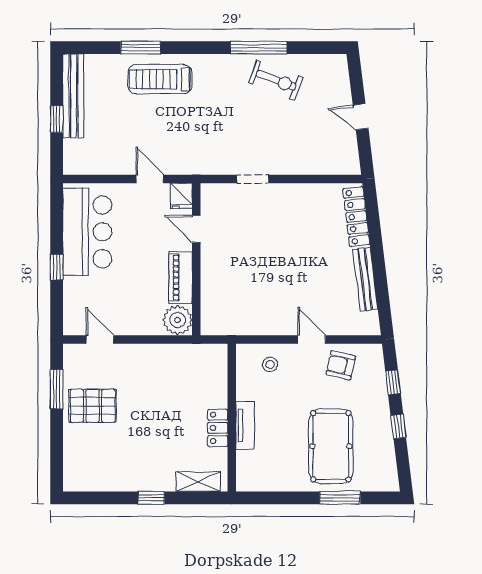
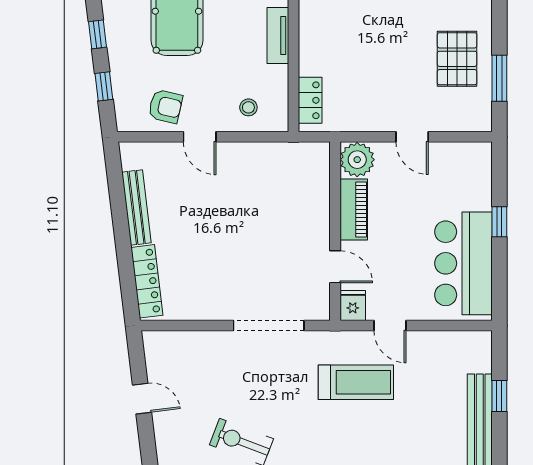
treadmill: (160, 79) -> (356, 382), moved
doorway: (253, 179) -> (269, 326), width x1.88
door: (100, 339) -> (412, 137), moved
pallet: (93, 406) -> (457, 59), turned 90
locker: (218, 428) -> (310, 100), moved

